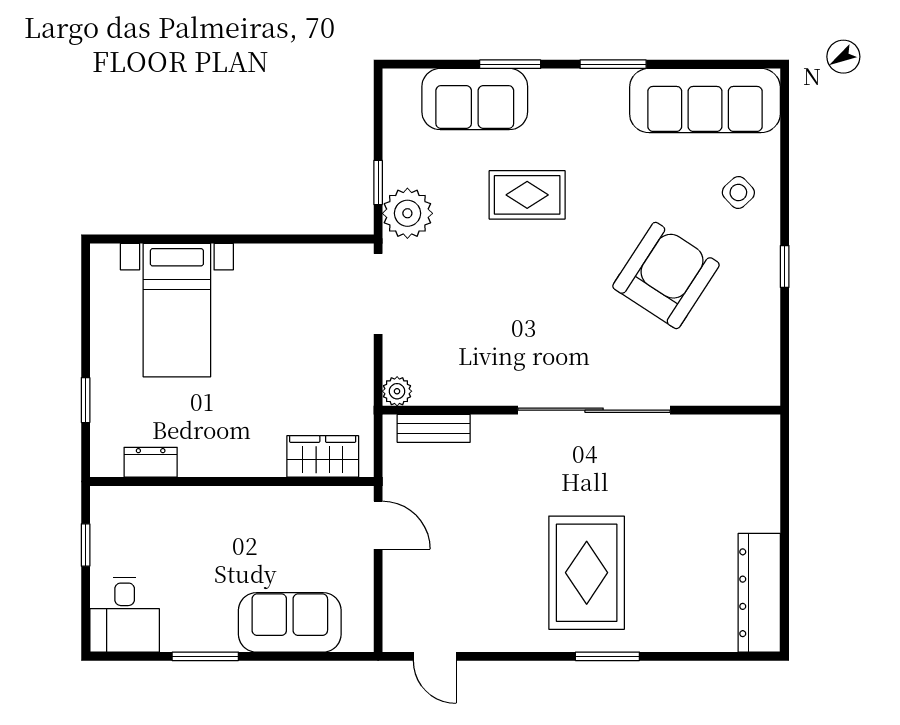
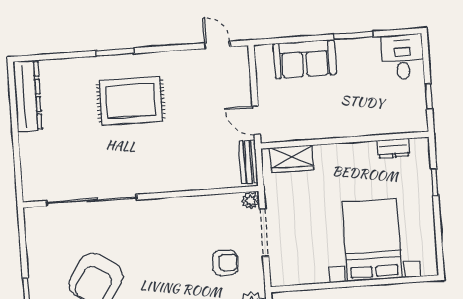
armchair: (447, 290) -> (225, 263), added
doorway: (378, 294) -> (264, 233), moved
bed with nightstands: (177, 310) -> (372, 240), width x1.36
sliding door: (594, 410) -> (92, 200), moved
bench: (434, 428) -> (248, 162), moved, turned 90
rug: (587, 573) -> (131, 101), turned 90

